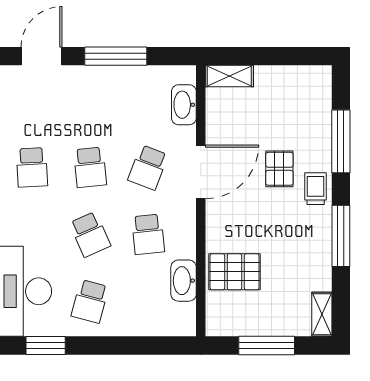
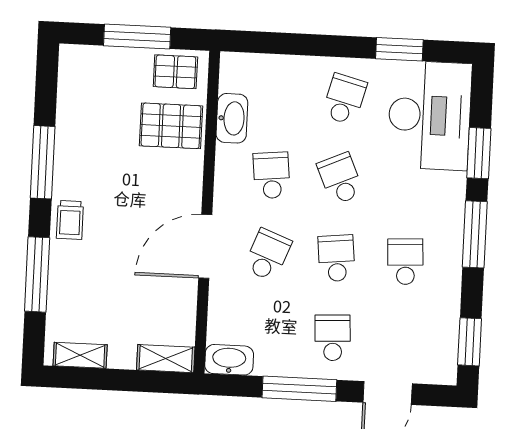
school desk: (90, 100) -> (333, 338), added
washbasin: (184, 105) -> (229, 360), moved, turned -90
pallet: (279, 169) -> (175, 72), moved, turned 90
shelving: (322, 314) -> (80, 355), moved, turned 90

